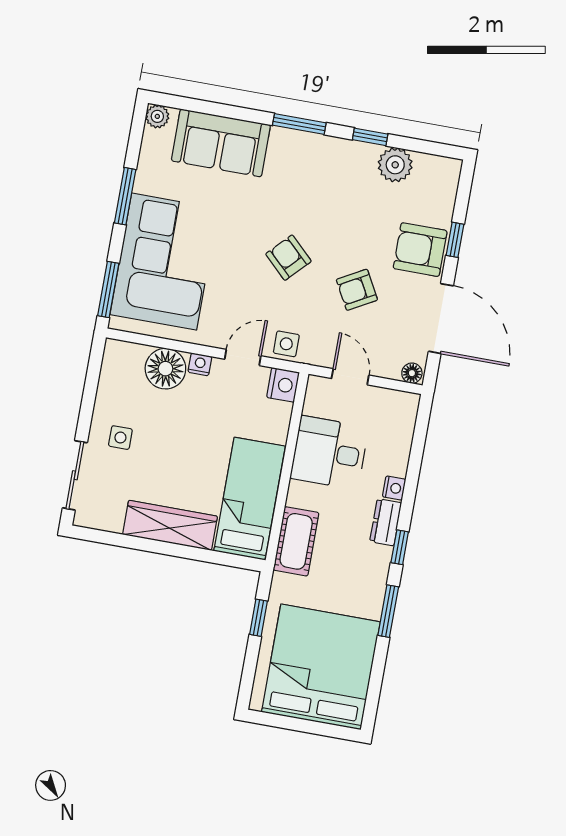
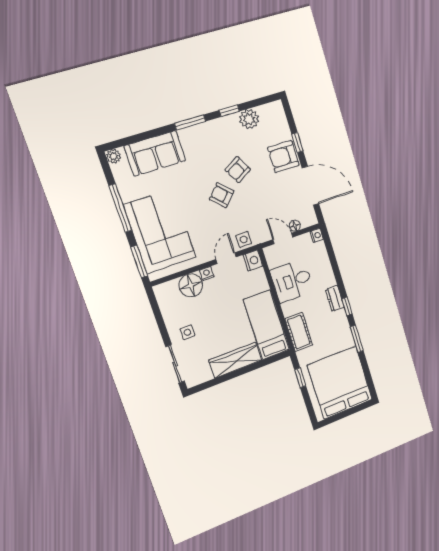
window: (125, 196) -> (120, 208), width x1.44
armchair: (357, 290) -> (238, 170), moved
floor lamp: (412, 373) -> (295, 226), moved
nightstand: (394, 488) -> (317, 235), moved

